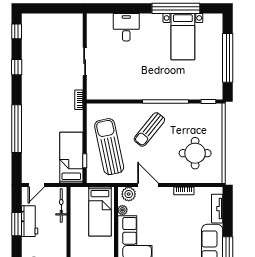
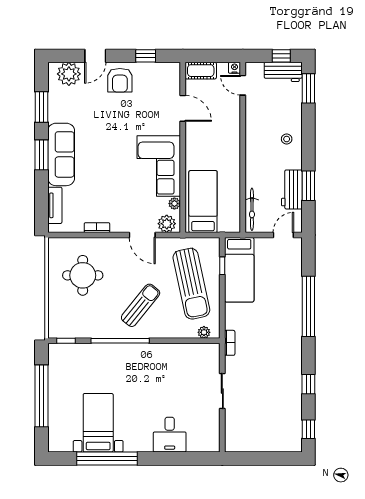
plant: (99, 108) -> (204, 332), added

